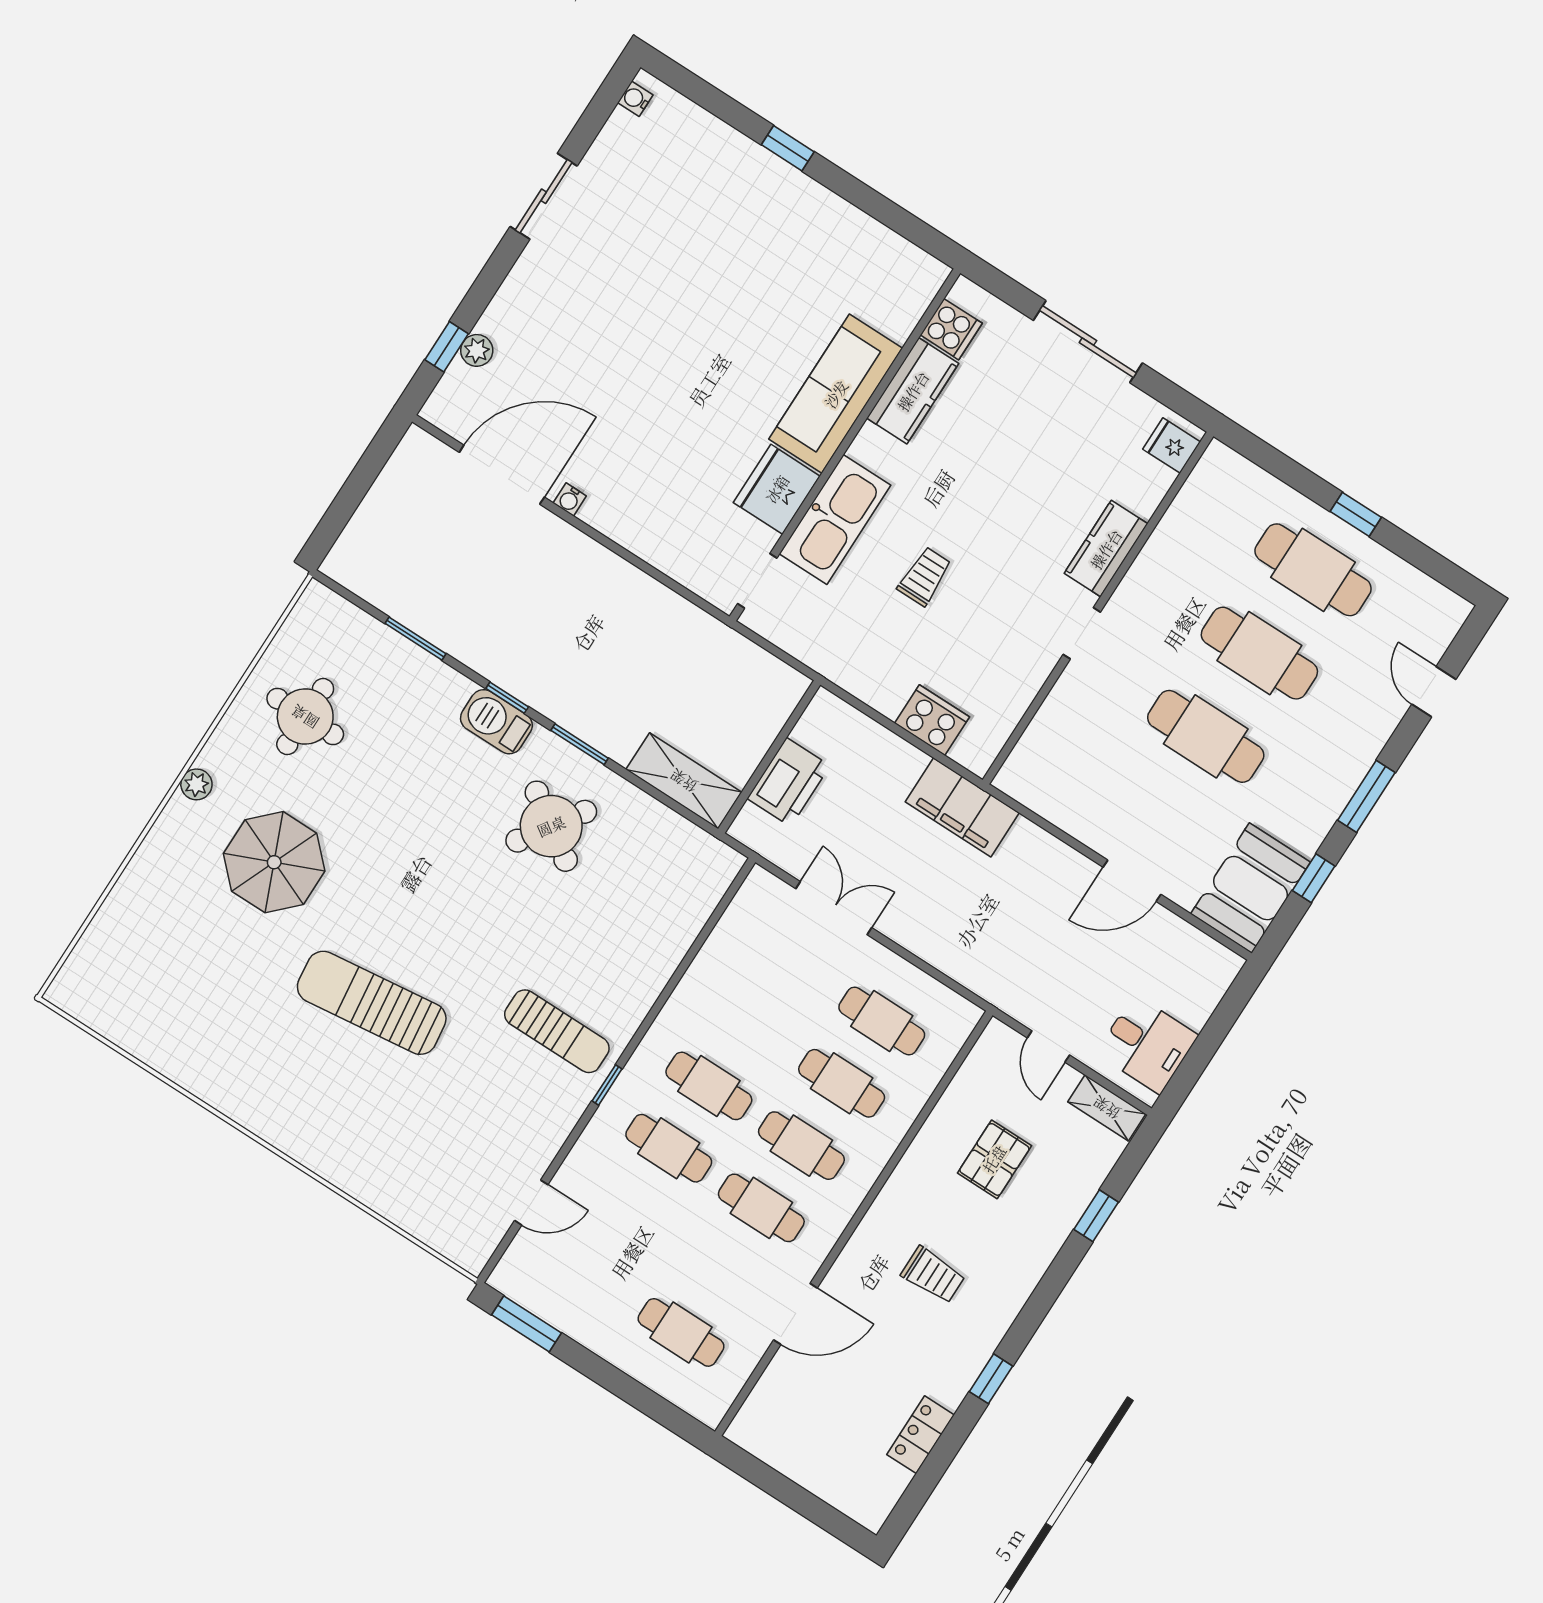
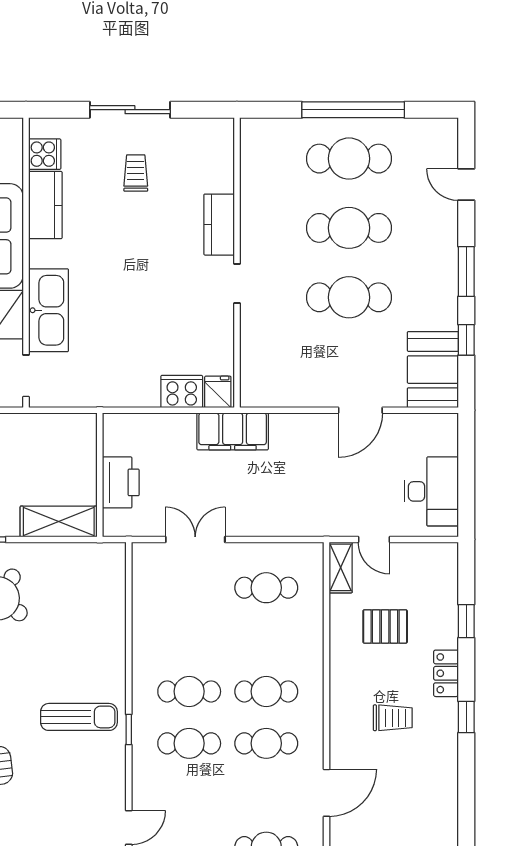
fridge: (1172, 446) -> (218, 392), moved, turned 90
window: (1356, 514) -> (353, 110), width x3.17
trolley: (925, 576) -> (136, 173), moved
desk: (1147, 1044) -> (431, 491), width x1.37
cafe table: (842, 1083) -> (266, 640), removed
shelving: (1107, 1108) -> (341, 567), moved, turned 90
pallet: (994, 1159) -> (385, 626), turned 90
window: (991, 1379) -> (466, 717), moved
locker: (921, 1435) -> (446, 673), moved

